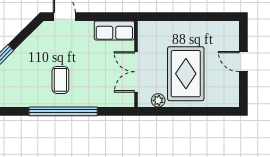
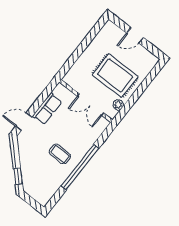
row of seats: (114, 30) -> (47, 109), moved

